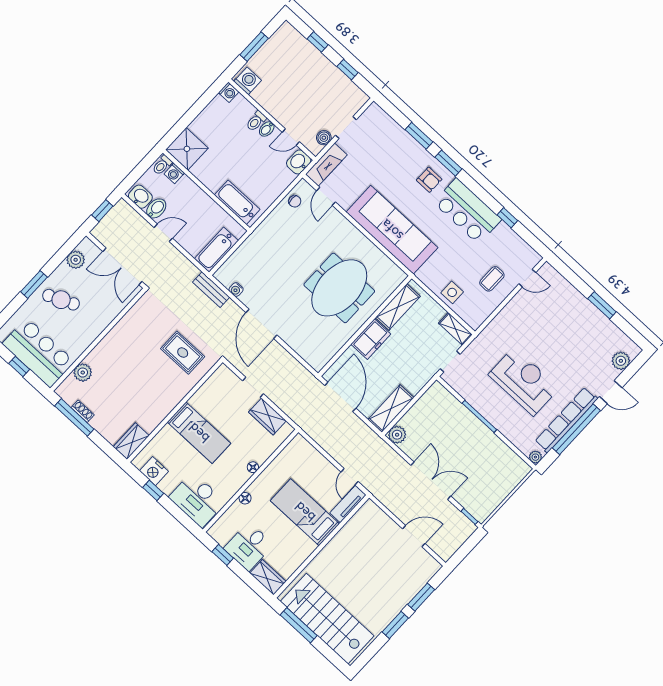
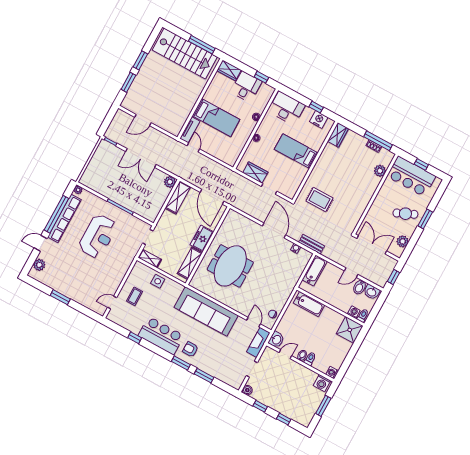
boiler: (324, 138) -> (247, 390), moved
reception desk: (524, 381) -> (98, 236), turned -90

